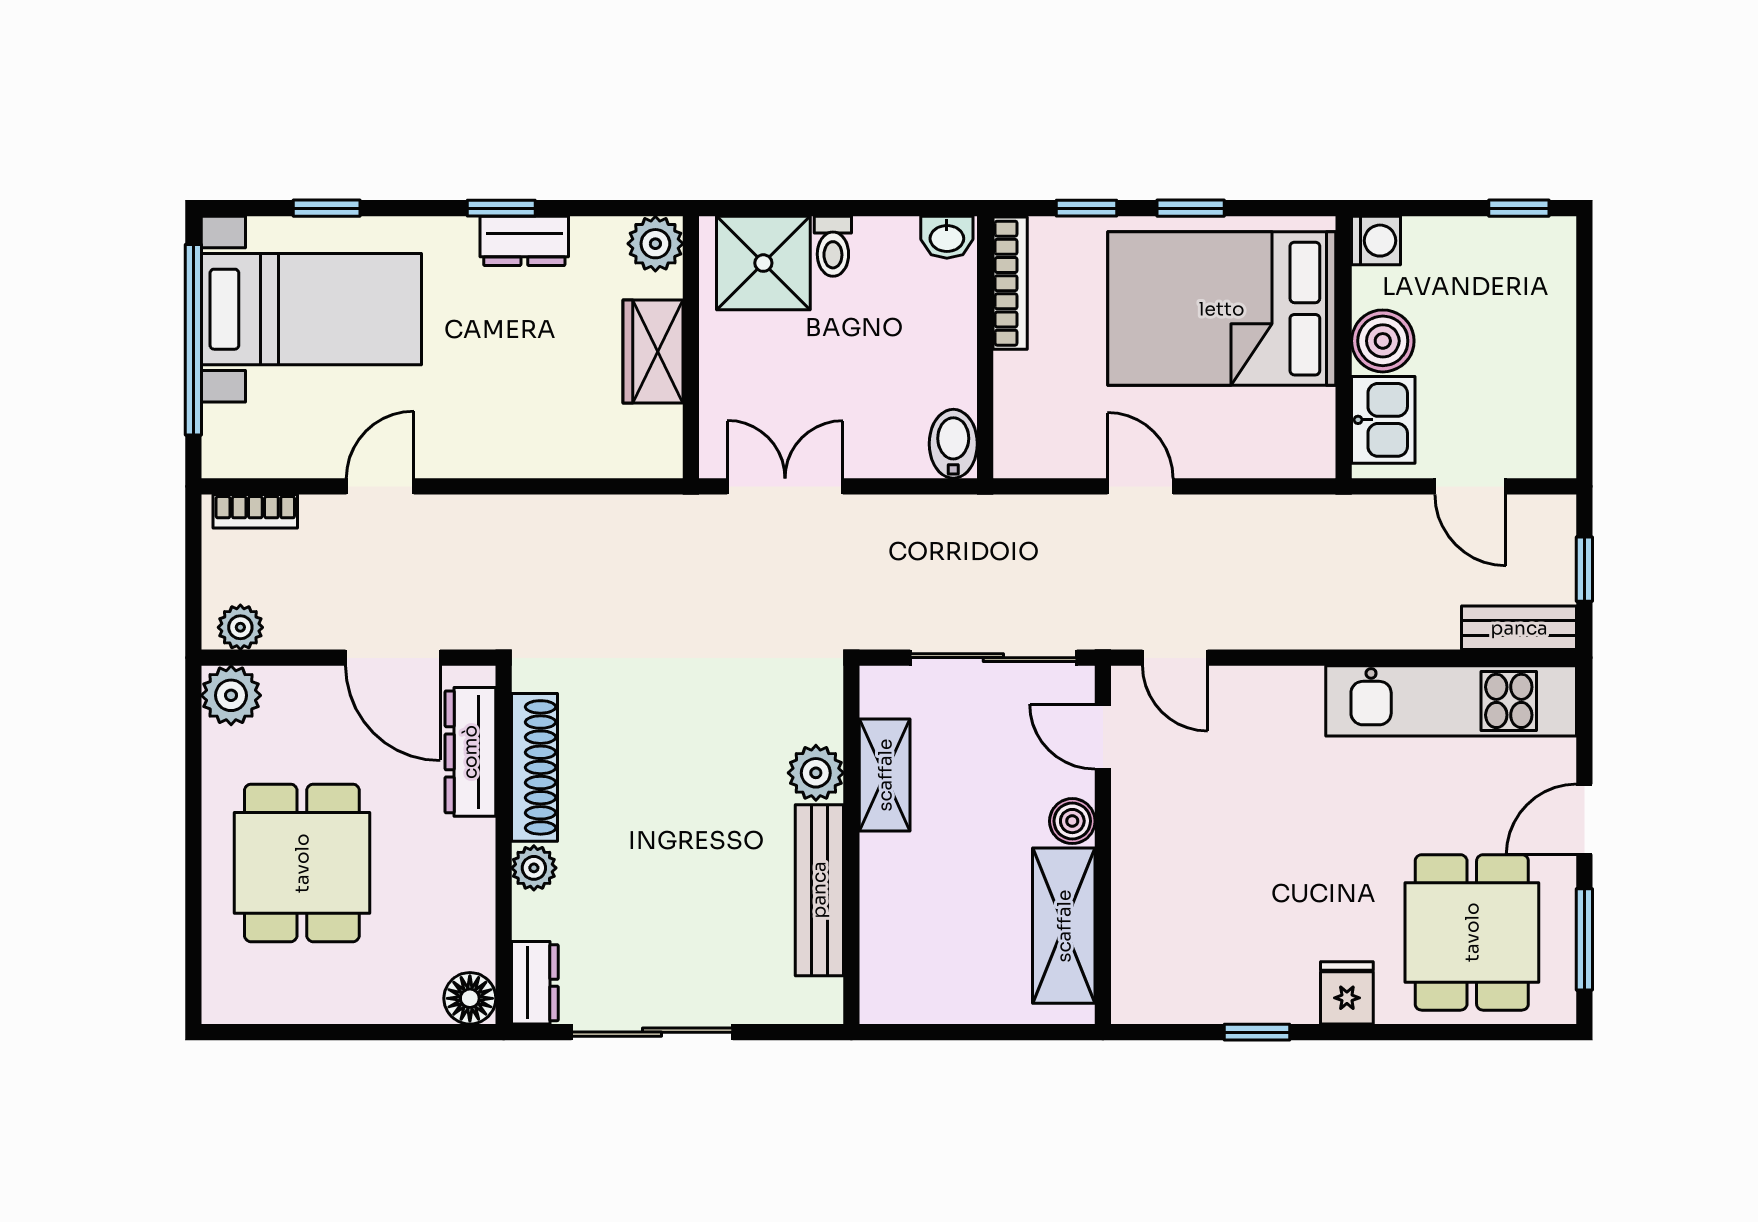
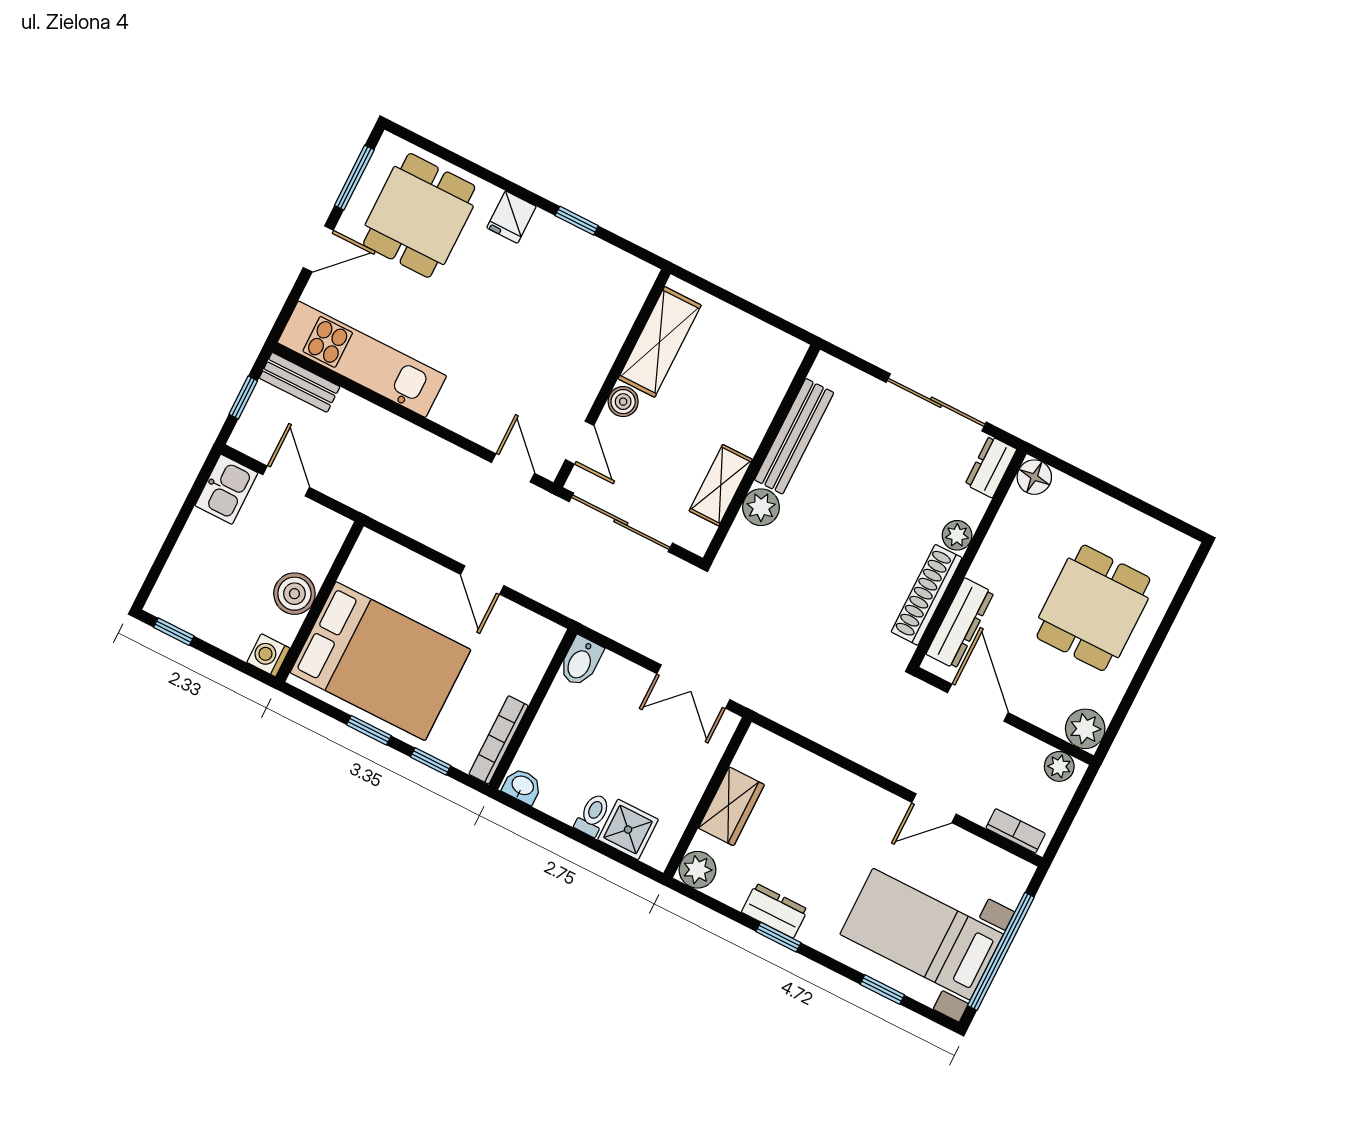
shower: (763, 263) -> (628, 830), width x0.73, depth x0.73
kitchen sink: (1383, 420) -> (226, 489), moved, turned 180

